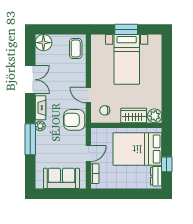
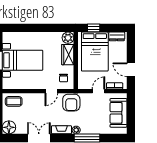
door: (88, 154) -> (99, 91), hinge flipped
window: (167, 164) -> (94, 28), moved
door: (115, 194) -> (131, 70), added

